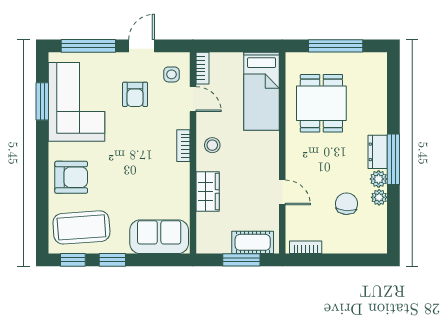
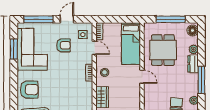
floor lamp: (377, 67) -> (193, 30), added
armchair: (135, 94) -> (63, 45), turned -90
dresser: (378, 152) -> (193, 64), moved
plant: (379, 179) -> (193, 49), moved
door: (282, 192) -> (142, 77), moved

